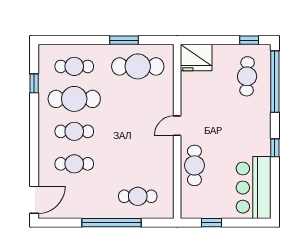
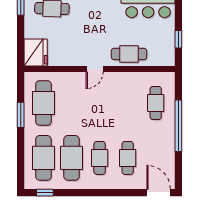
cafe table: (74, 66) -> (43, 158), width x1.37, depth x1.35
window: (34, 83) -> (45, 193), moved
door: (177, 126) -> (95, 69), hinge flipped

